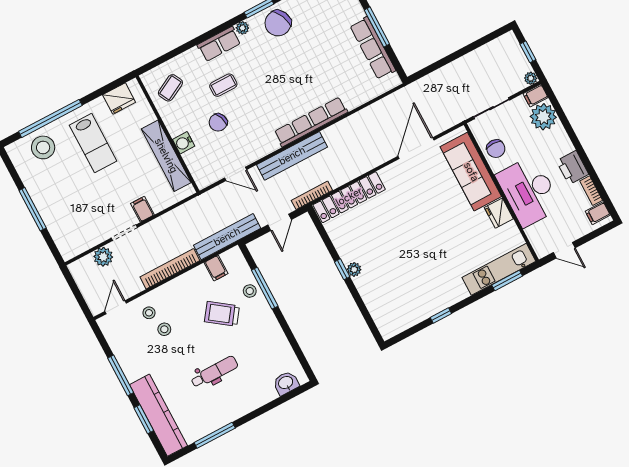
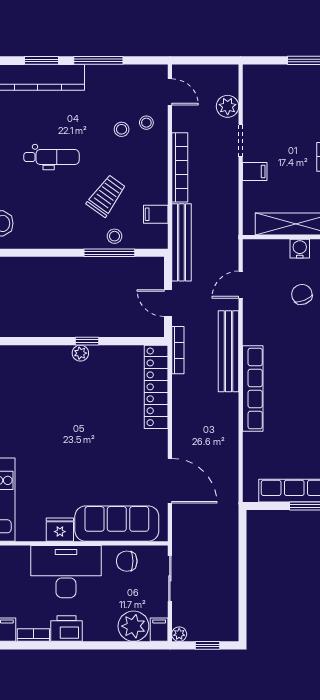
dental chair: (214, 372) -> (51, 157), turned -90

